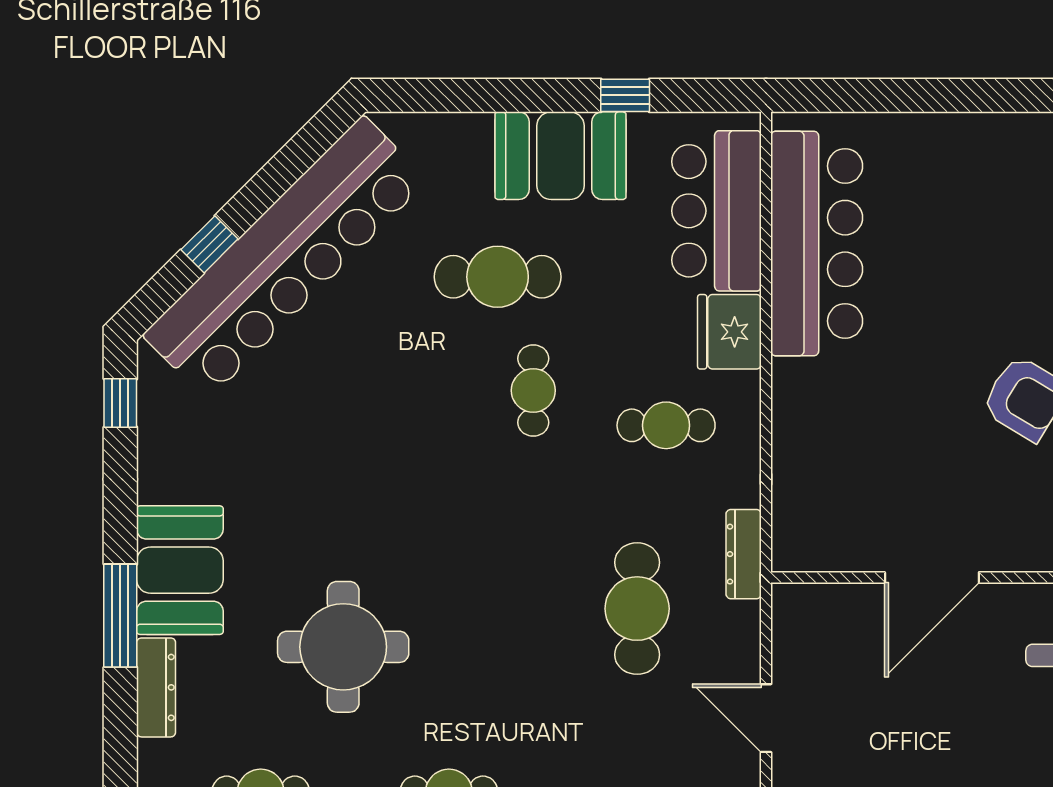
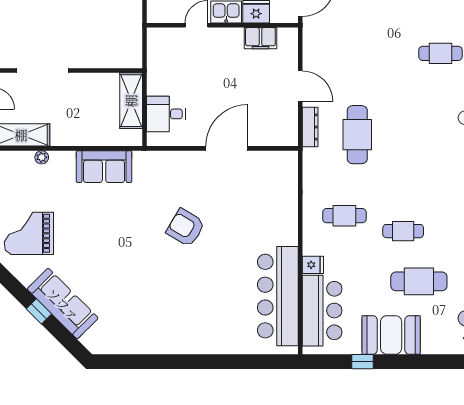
fridge: (729, 332) -> (313, 265), width x0.53, depth x0.75
cafe table: (533, 390) -> (403, 231), turned 90
dresser: (744, 554) -> (310, 127), moved

